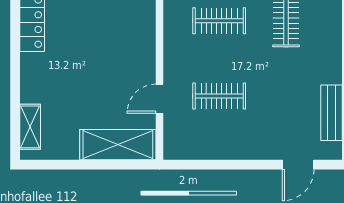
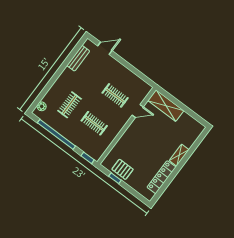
shelving: (30, 127) -> (179, 155), moved

